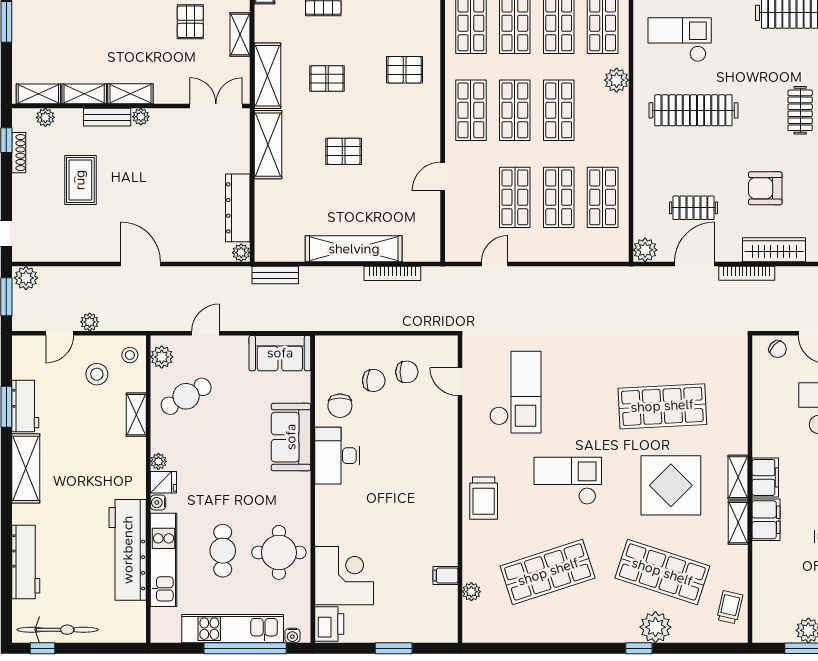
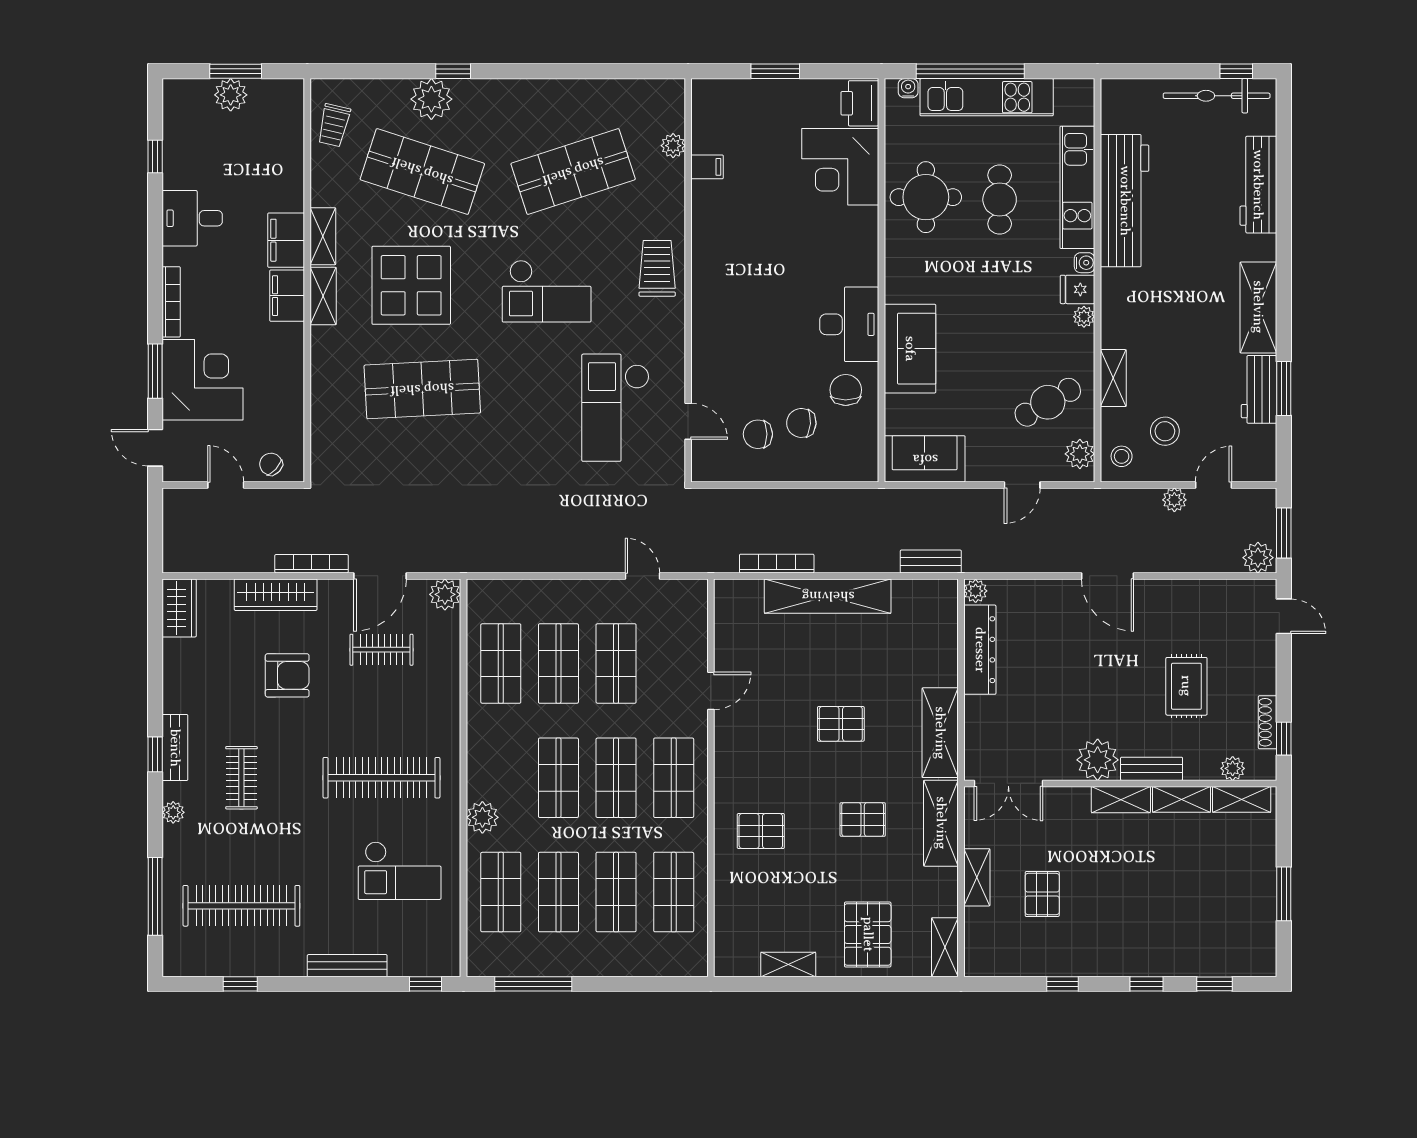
plant: (141, 117) -> (1098, 760), width x1.88, depth x1.88
door: (495, 264) -> (642, 576), swing flipped

